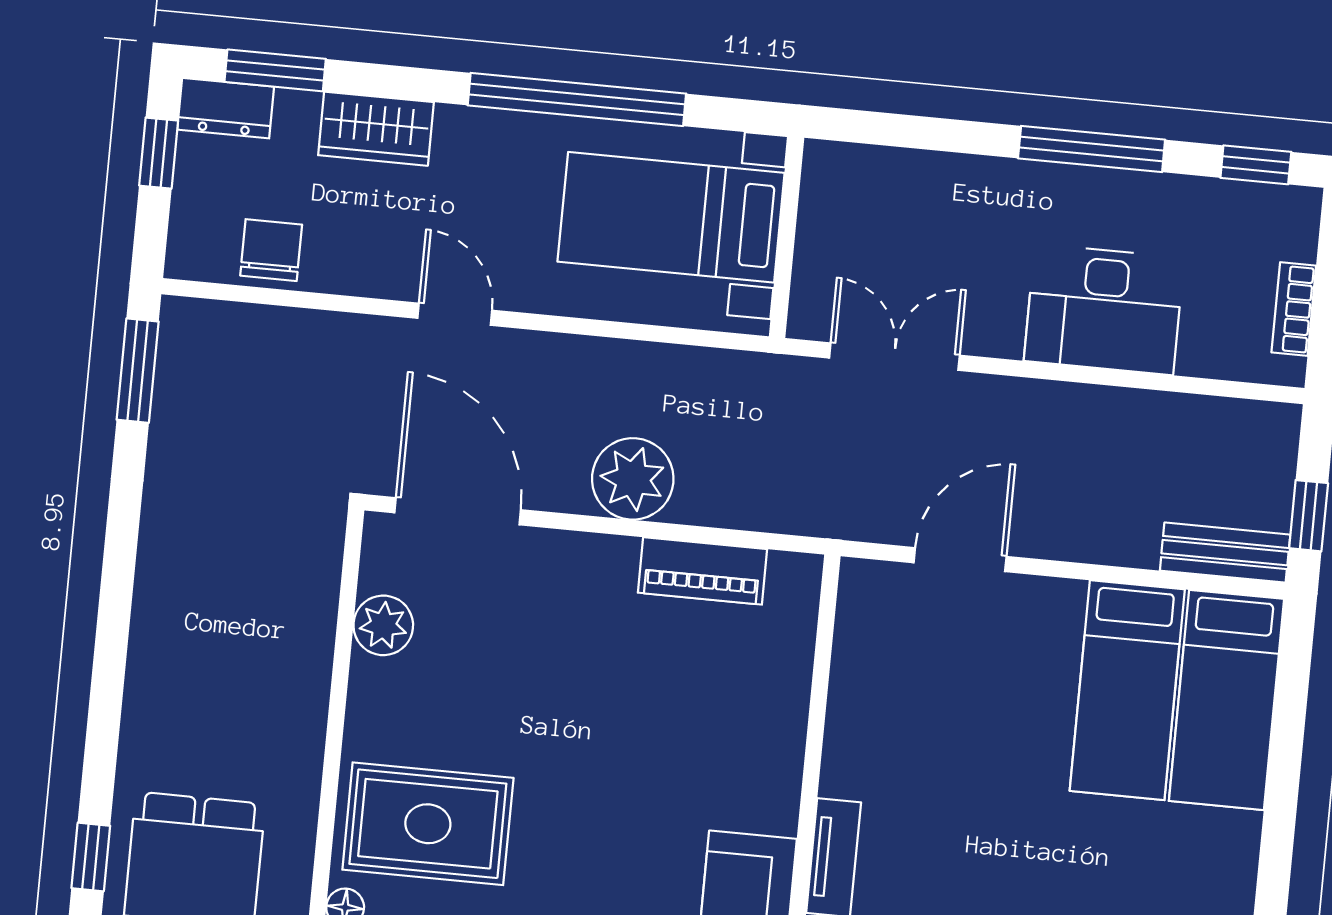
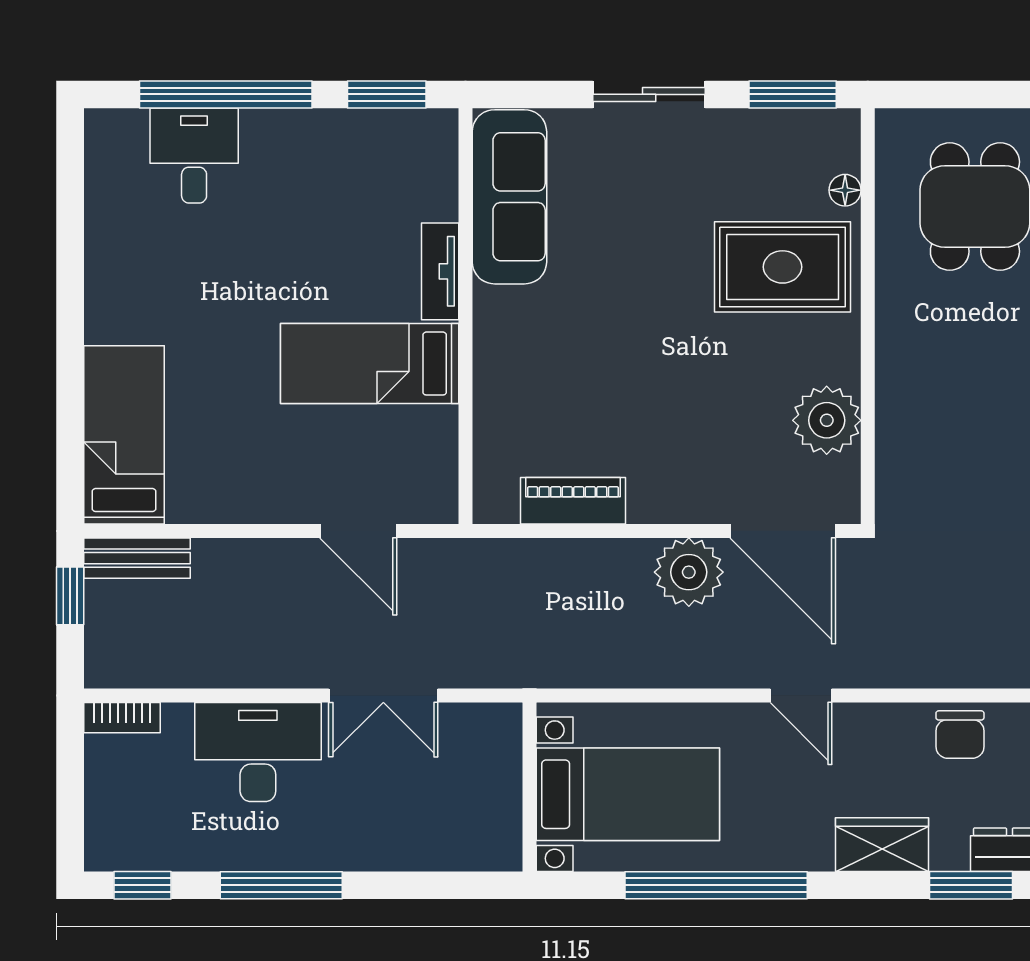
bookcase: (1294, 309) -> (122, 718), moved, turned 90
double door: (894, 357) -> (383, 696), moved
plant: (633, 479) -> (689, 572), moved
door: (960, 560) -> (358, 531), hinge flipped
plant: (383, 625) -> (827, 420), width x1.36, depth x1.36
bed: (1127, 690) -> (370, 364), moved, turned -90

